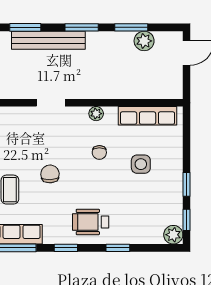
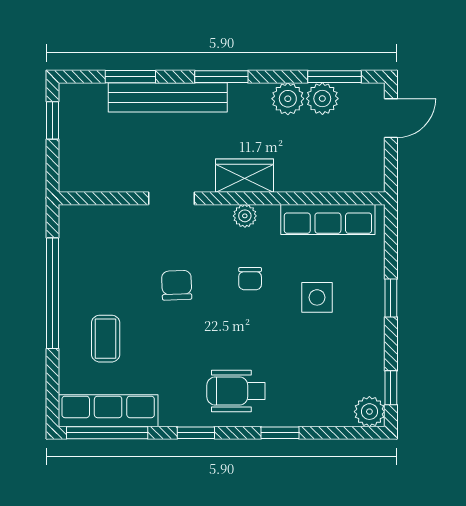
window: (131, 27) -> (335, 77), moved
plant: (123, 41) -> (288, 99), added
wardrobe: (96, 89) -> (244, 176), added
chair: (50, 174) -> (177, 285), moved
window: (187, 184) -> (391, 298), moved

